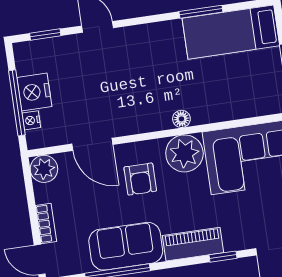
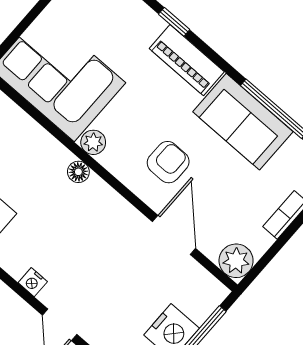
nightstand: (31, 120) -> (33, 282), moved, turned 90
plant: (184, 153) -> (93, 142), width x0.53, depth x0.53

